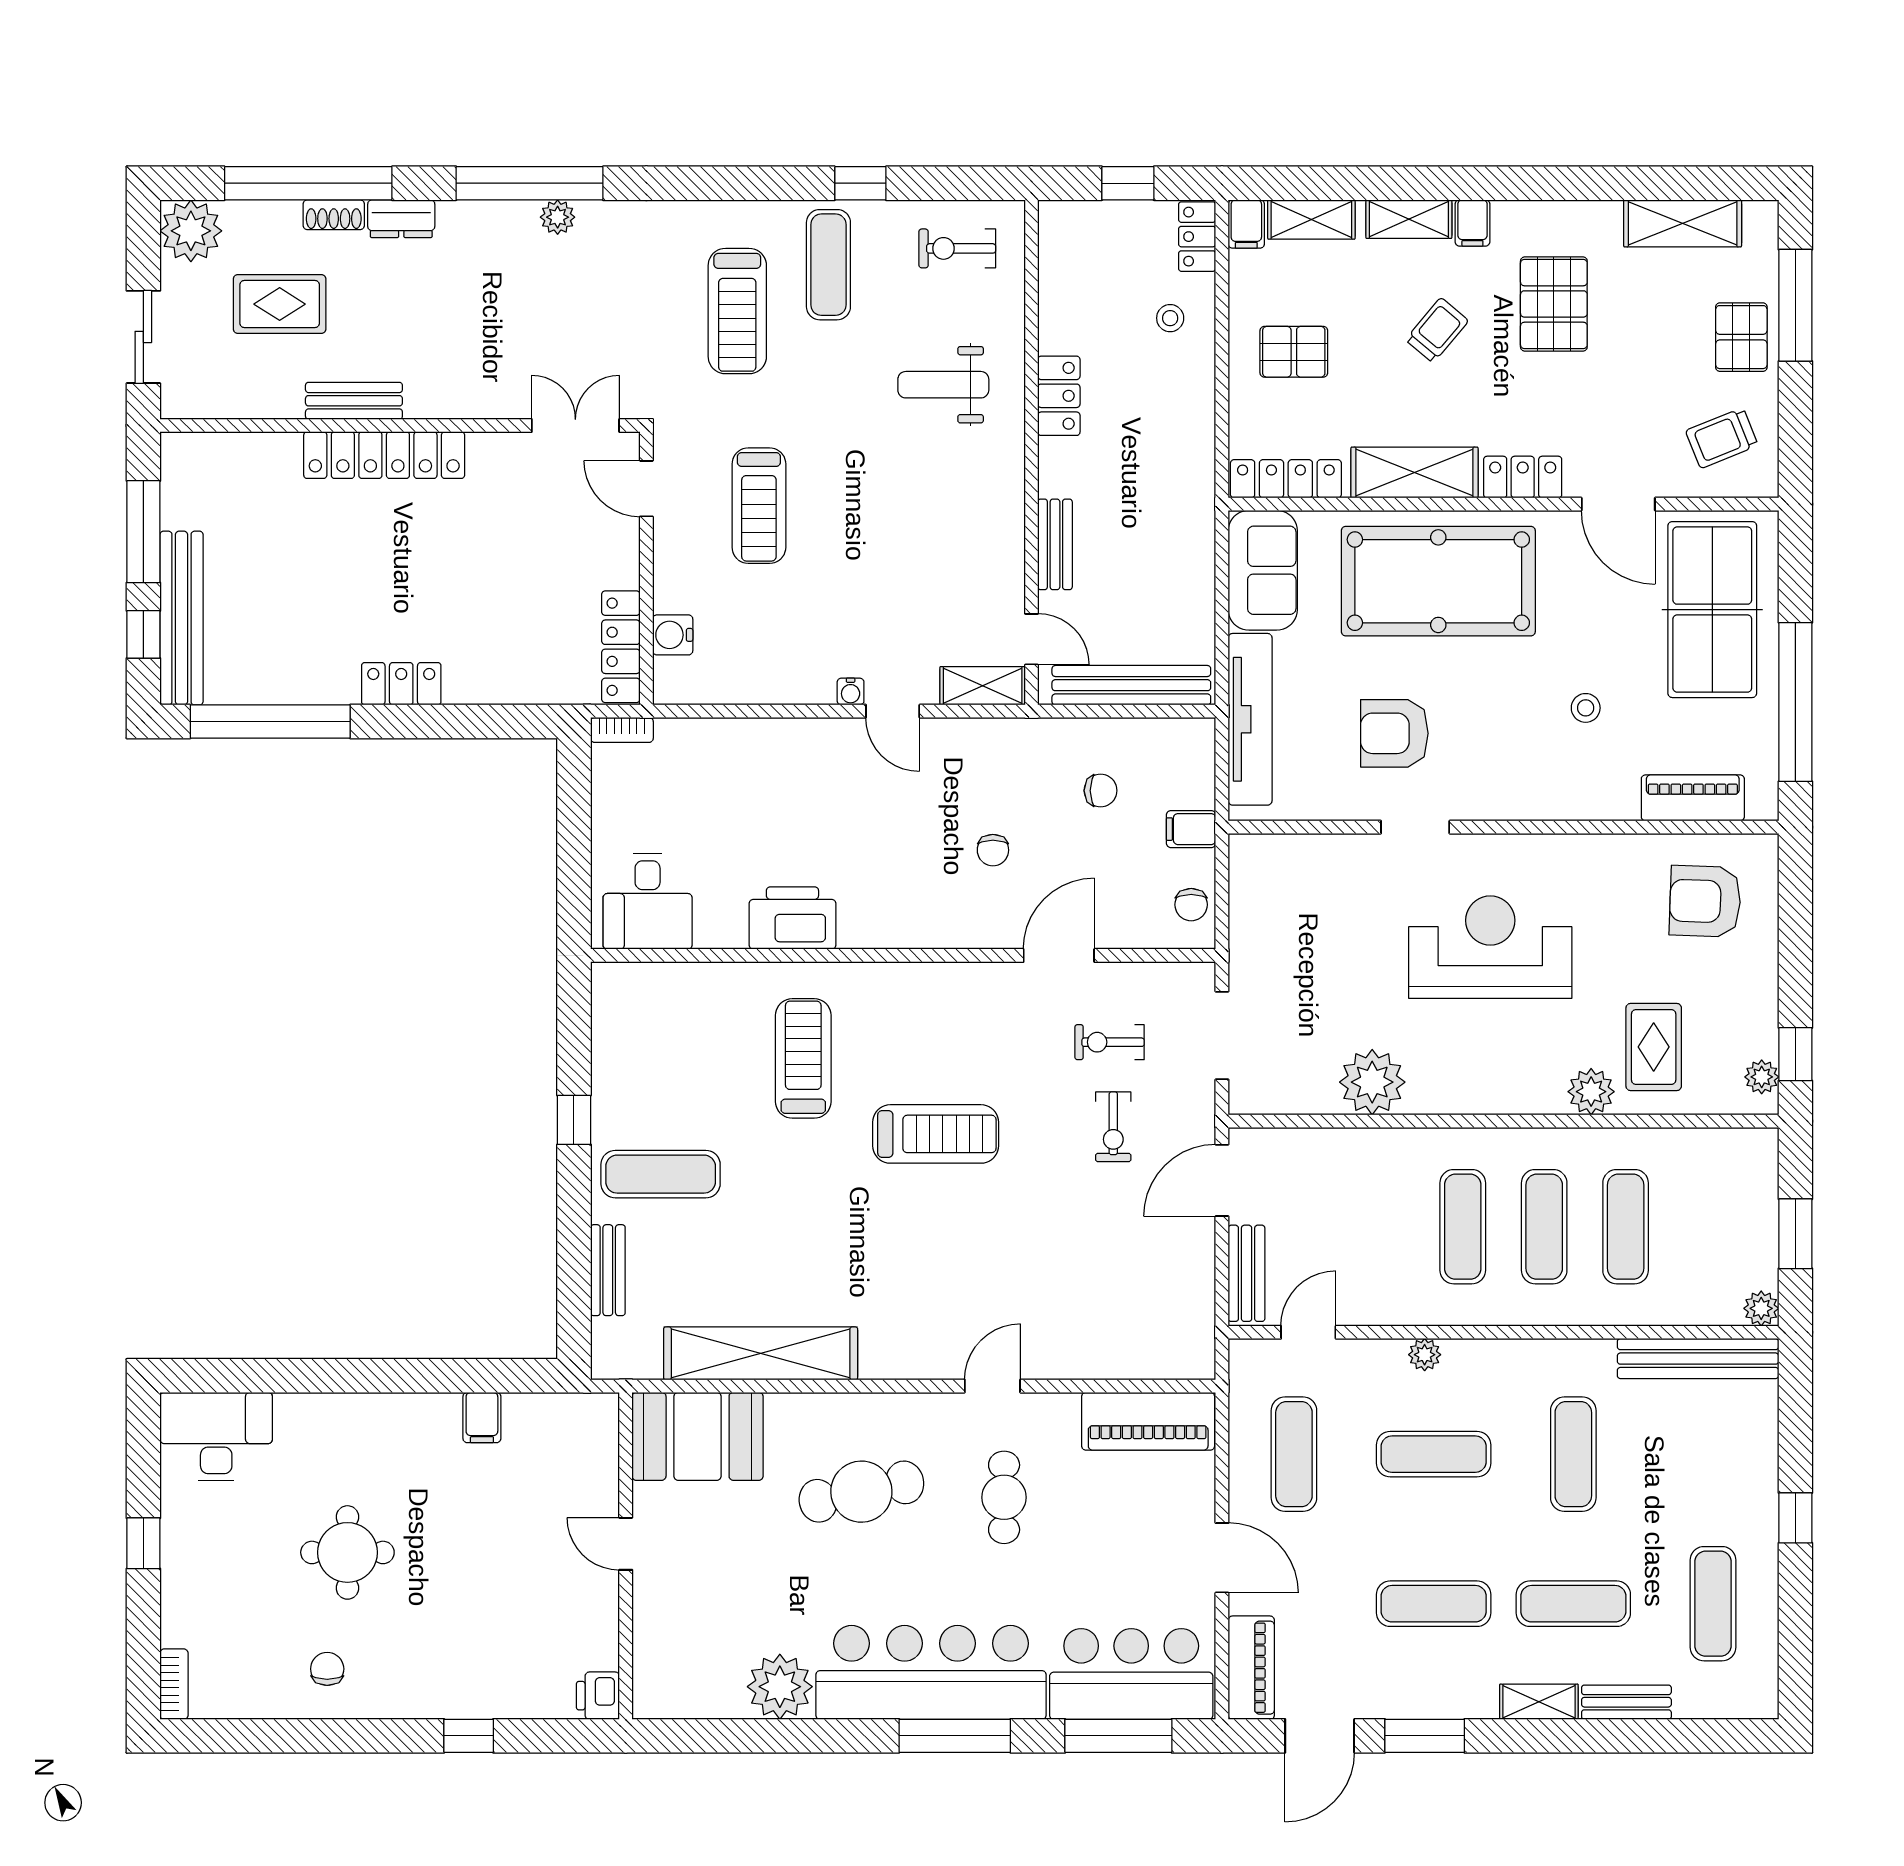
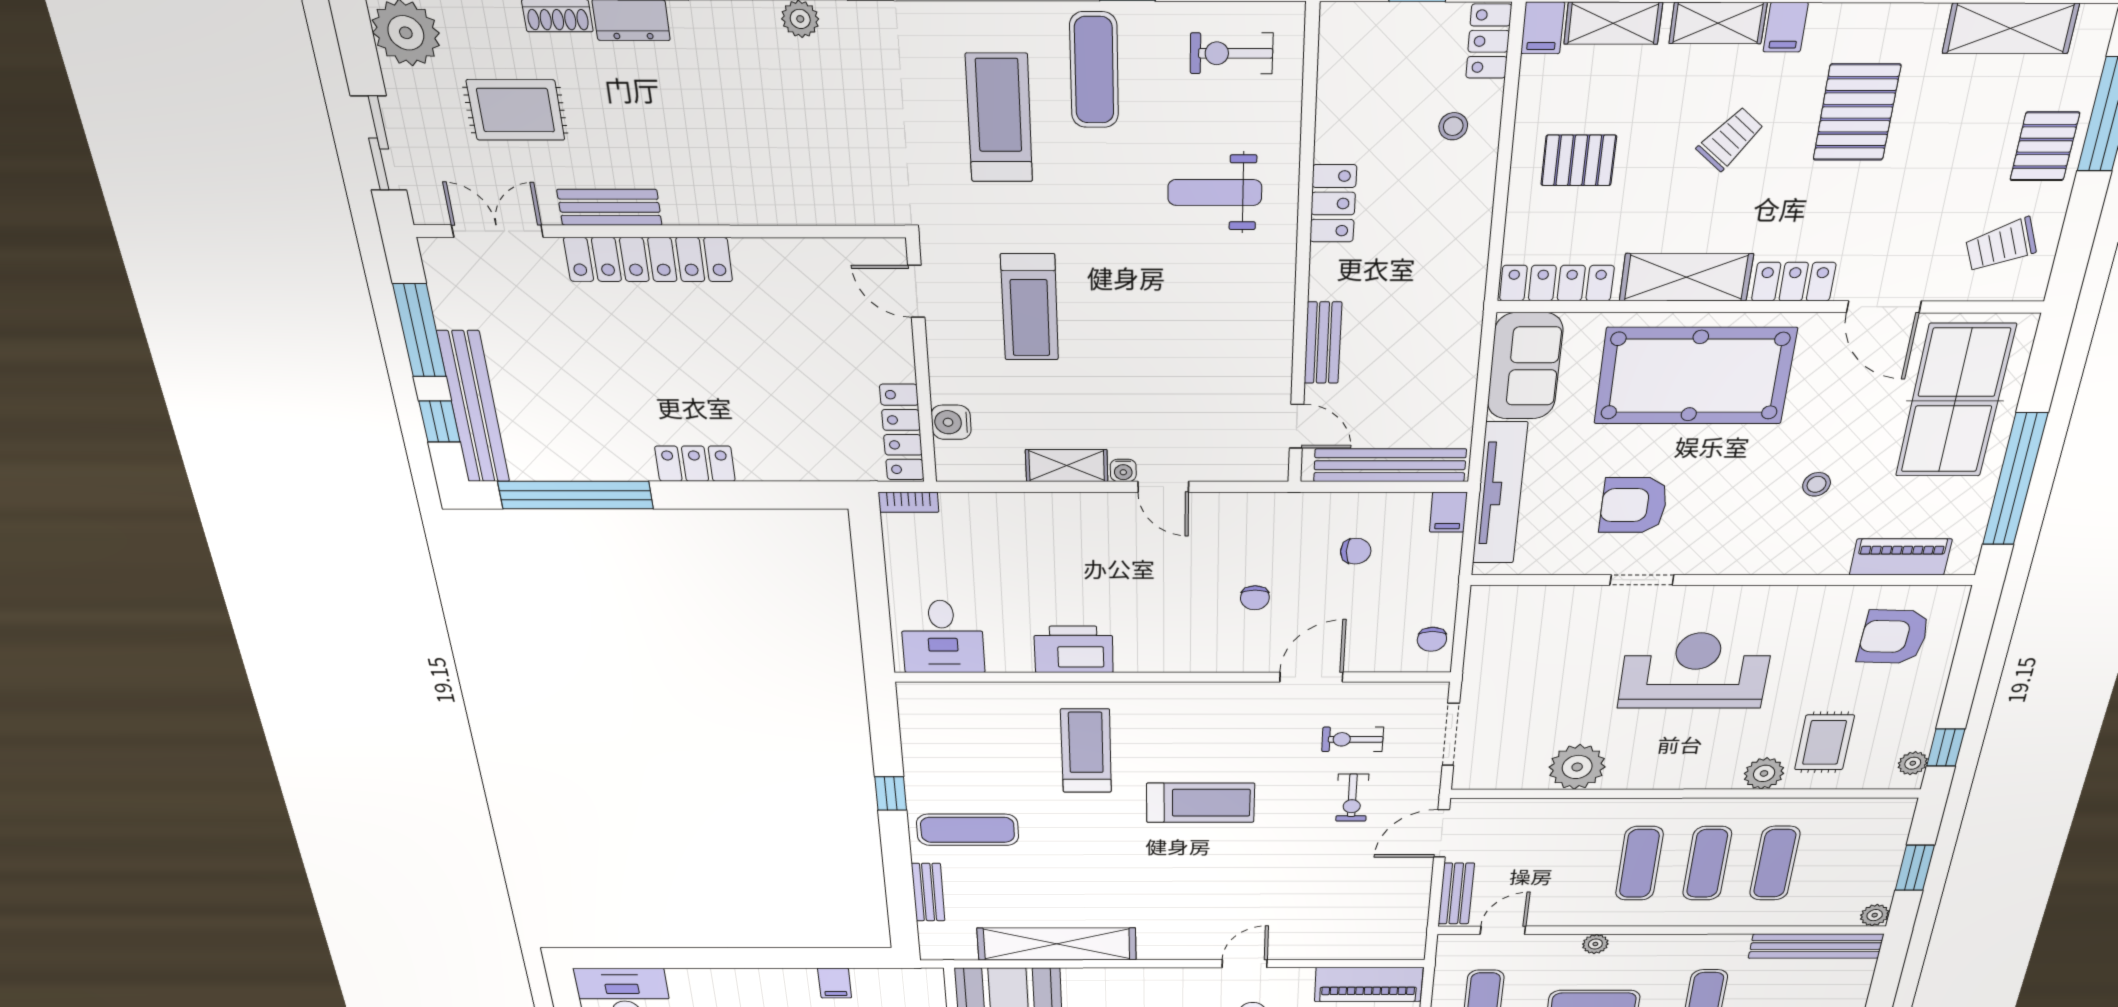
treadmill: (737, 311) -> (999, 118), turned 180
double door: (575, 425) -> (497, 231), moved
shelving: (983, 686) -> (1067, 466), moved
filing cabinet: (1191, 829) -> (1448, 512), moved, turned -90

